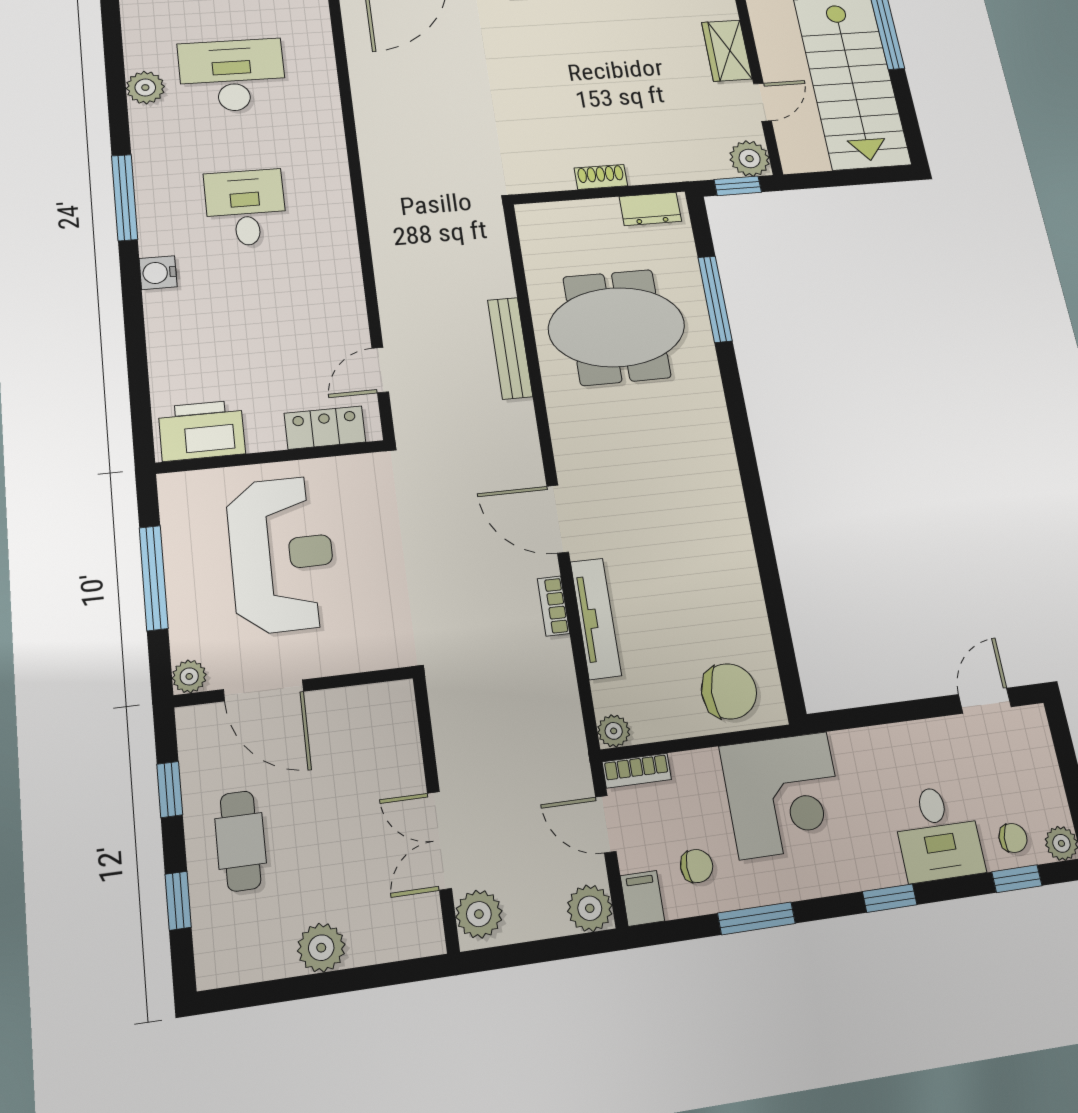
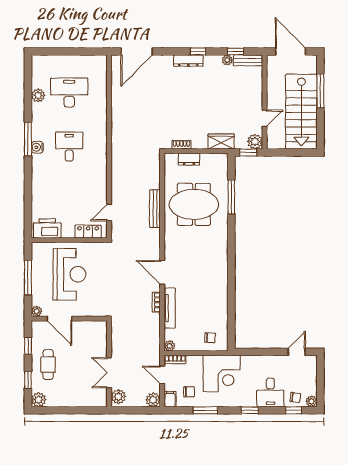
wardrobe: (727, 51) -> (221, 142), moved, turned 90
shoe rack: (601, 177) -> (181, 145), moved
dresser: (650, 209) -> (189, 159), moved
water cooler: (158, 273) -> (37, 147), moved
chair: (729, 691) -> (210, 338), width x0.54, depth x0.54
plant: (321, 948) -> (39, 400), moved

